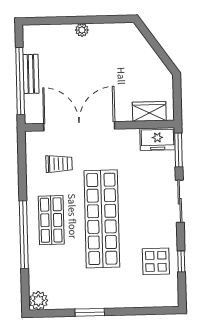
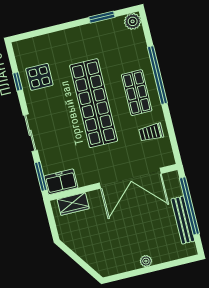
bench: (31, 74) -> (183, 220), width x1.36
trolley: (59, 164) -> (151, 132), moved
window: (90, 312) -> (102, 17), moved

